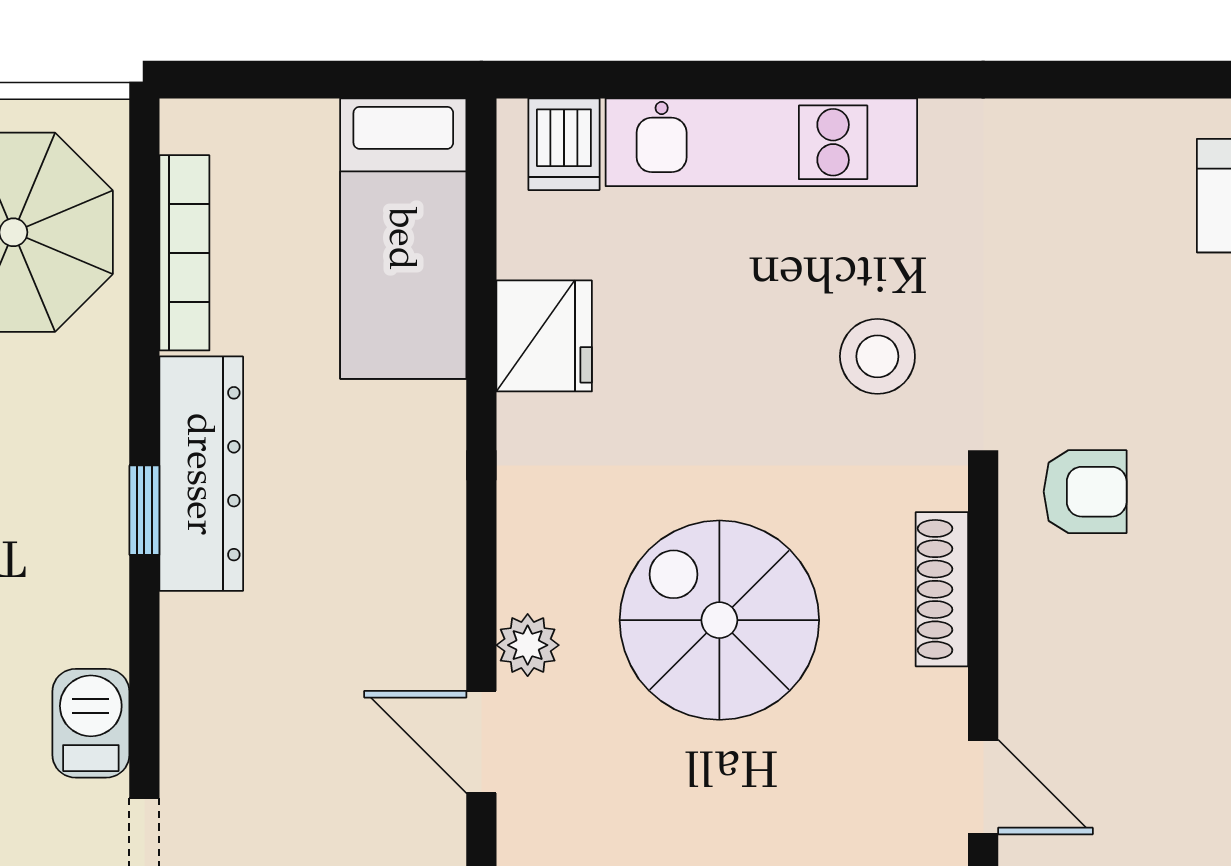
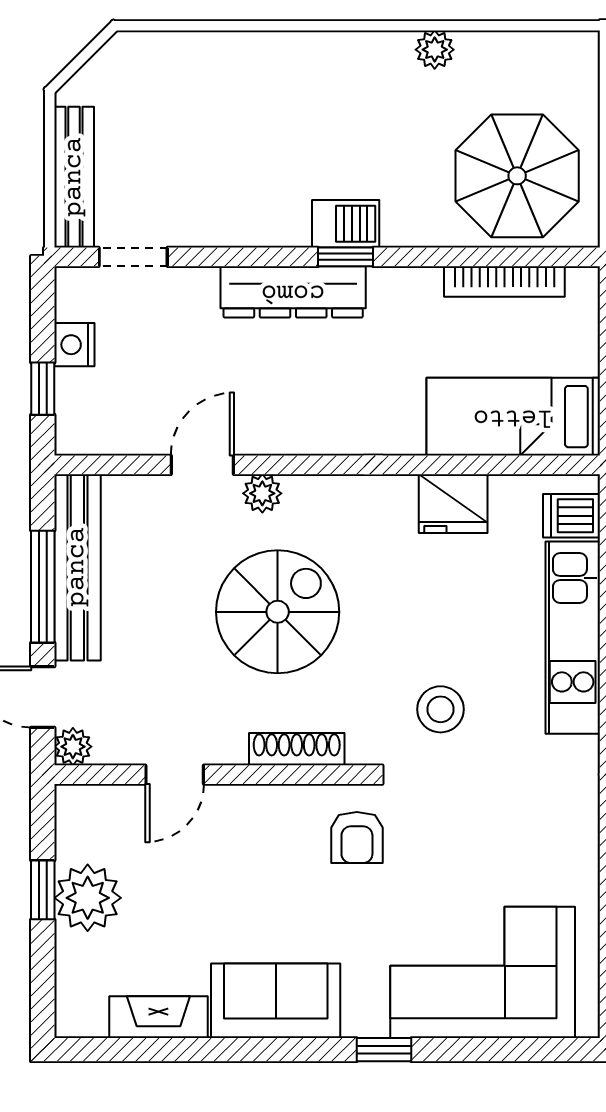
dresser: (201, 474) -> (293, 292), moved
barbecue: (91, 723) -> (346, 224), moved

